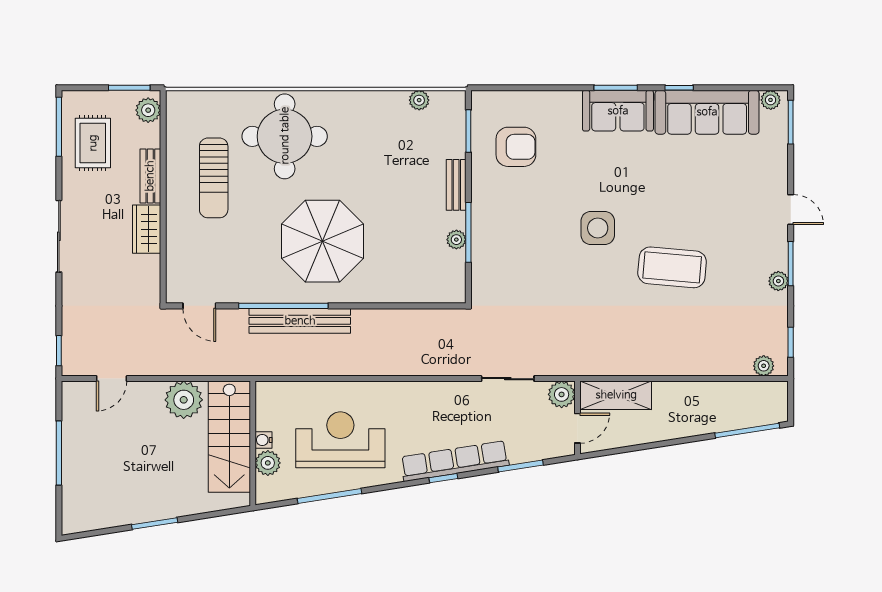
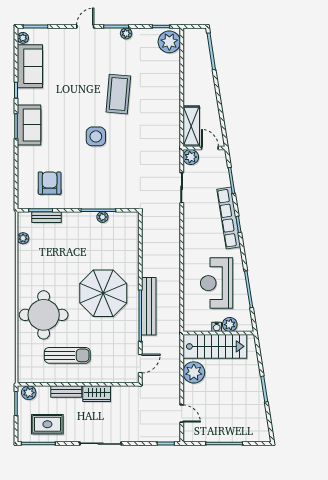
sofa: (707, 112) -> (30, 66), width x0.73
bench: (456, 185) -> (47, 217), moved
plant: (764, 366) -> (169, 42), width x1.88, depth x1.88

